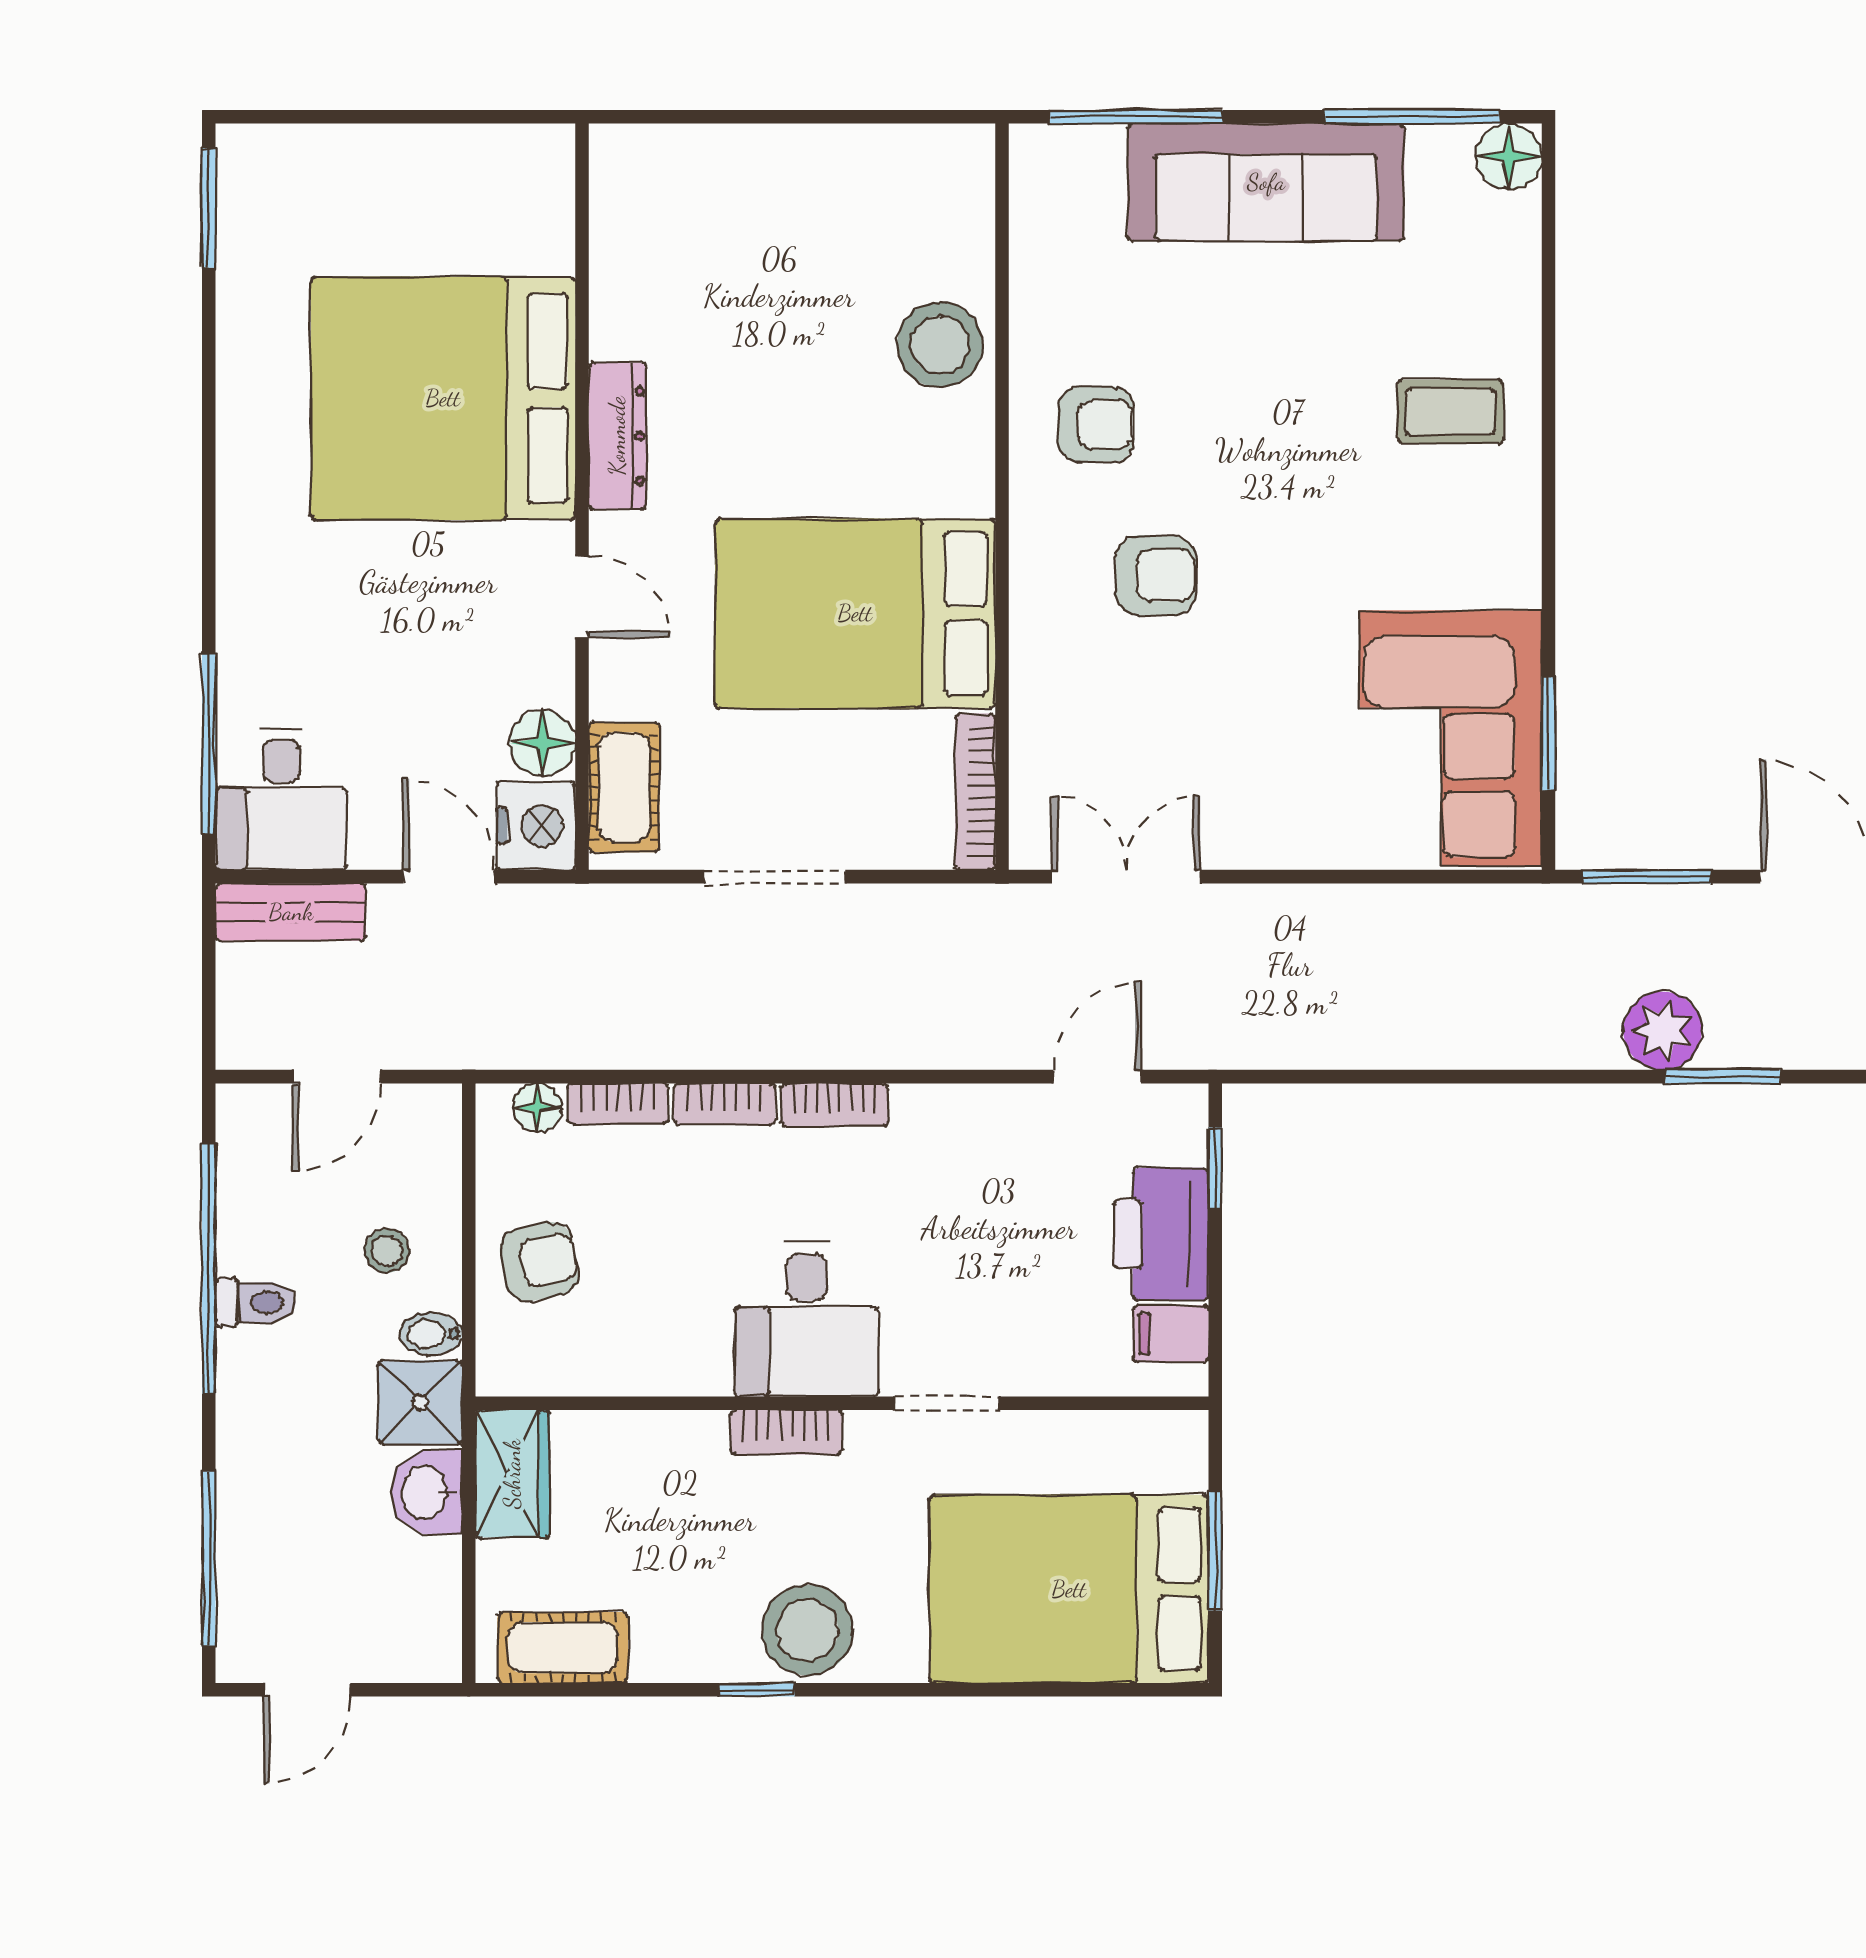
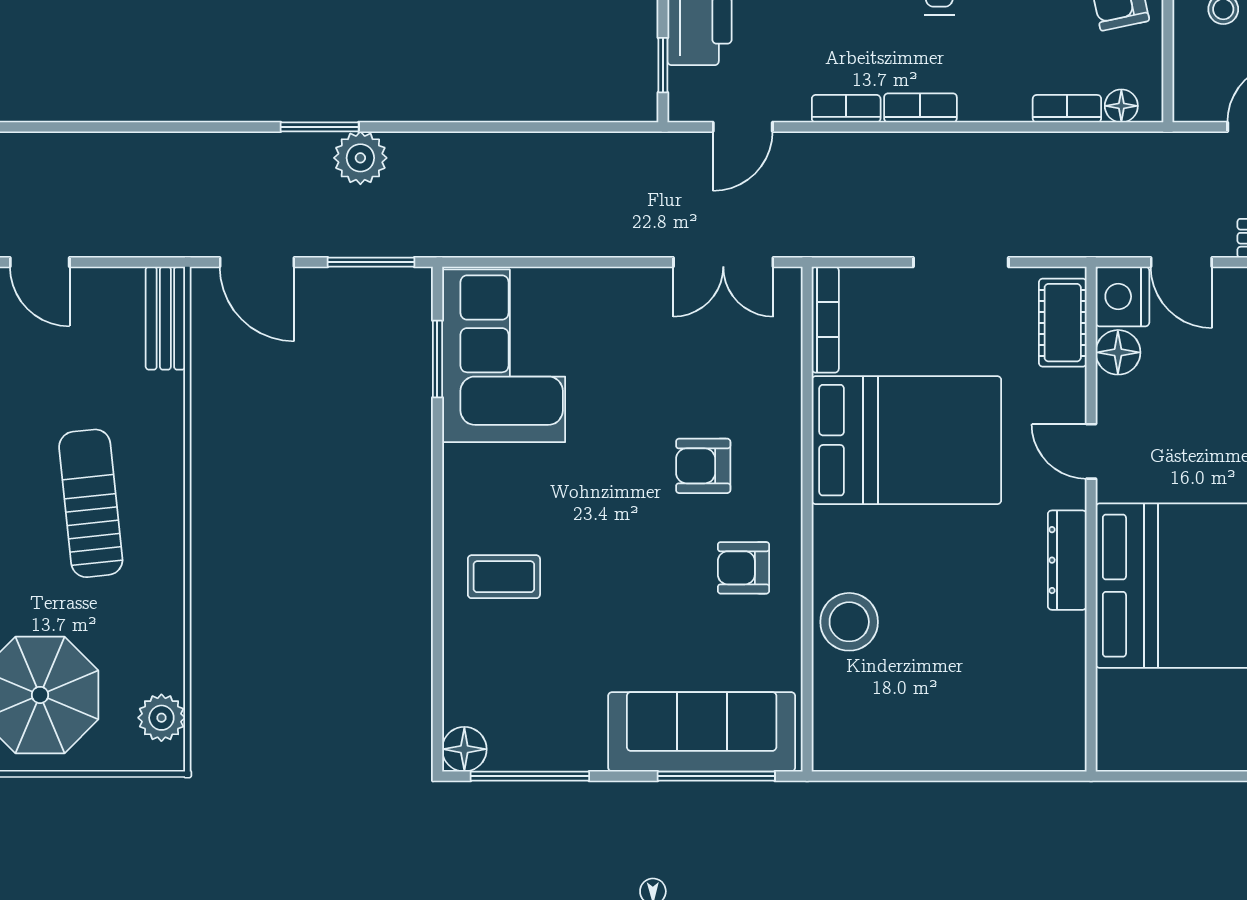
sofa: (1266, 182) -> (702, 732), moved
bookcase: (725, 1104) -> (846, 109), moved

